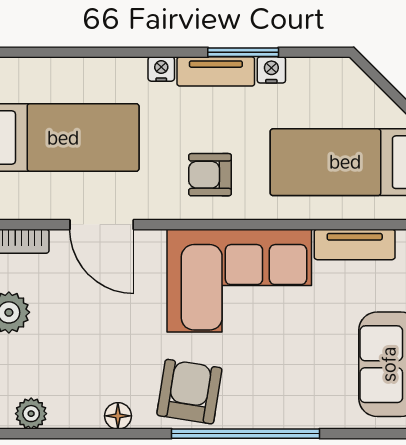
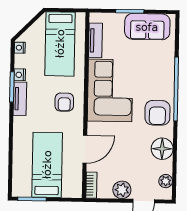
nightstand: (161, 69) -> (20, 48), moved
armchair: (189, 392) -> (157, 113), turned -99
floor lamp: (118, 416) -> (162, 149), width x1.89, depth x1.89

